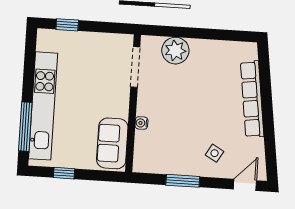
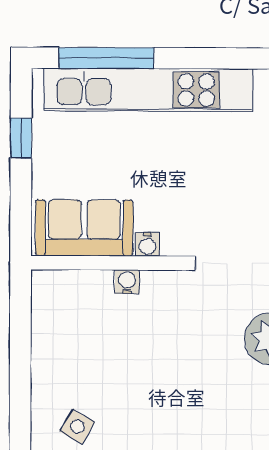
water cooler: (123, 111) -> (147, 244), added
window: (183, 181) -> (20, 368), removed

